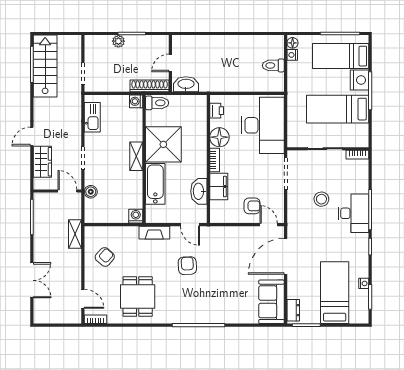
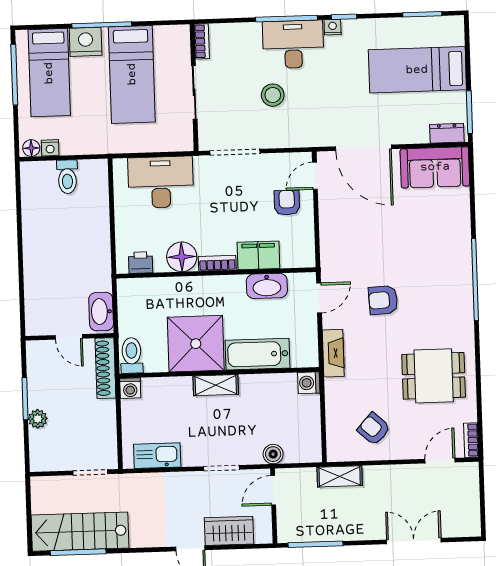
desk: (263, 125) -> (161, 182), width x0.73, depth x0.77
nightstand: (364, 283) -> (333, 27), moved

